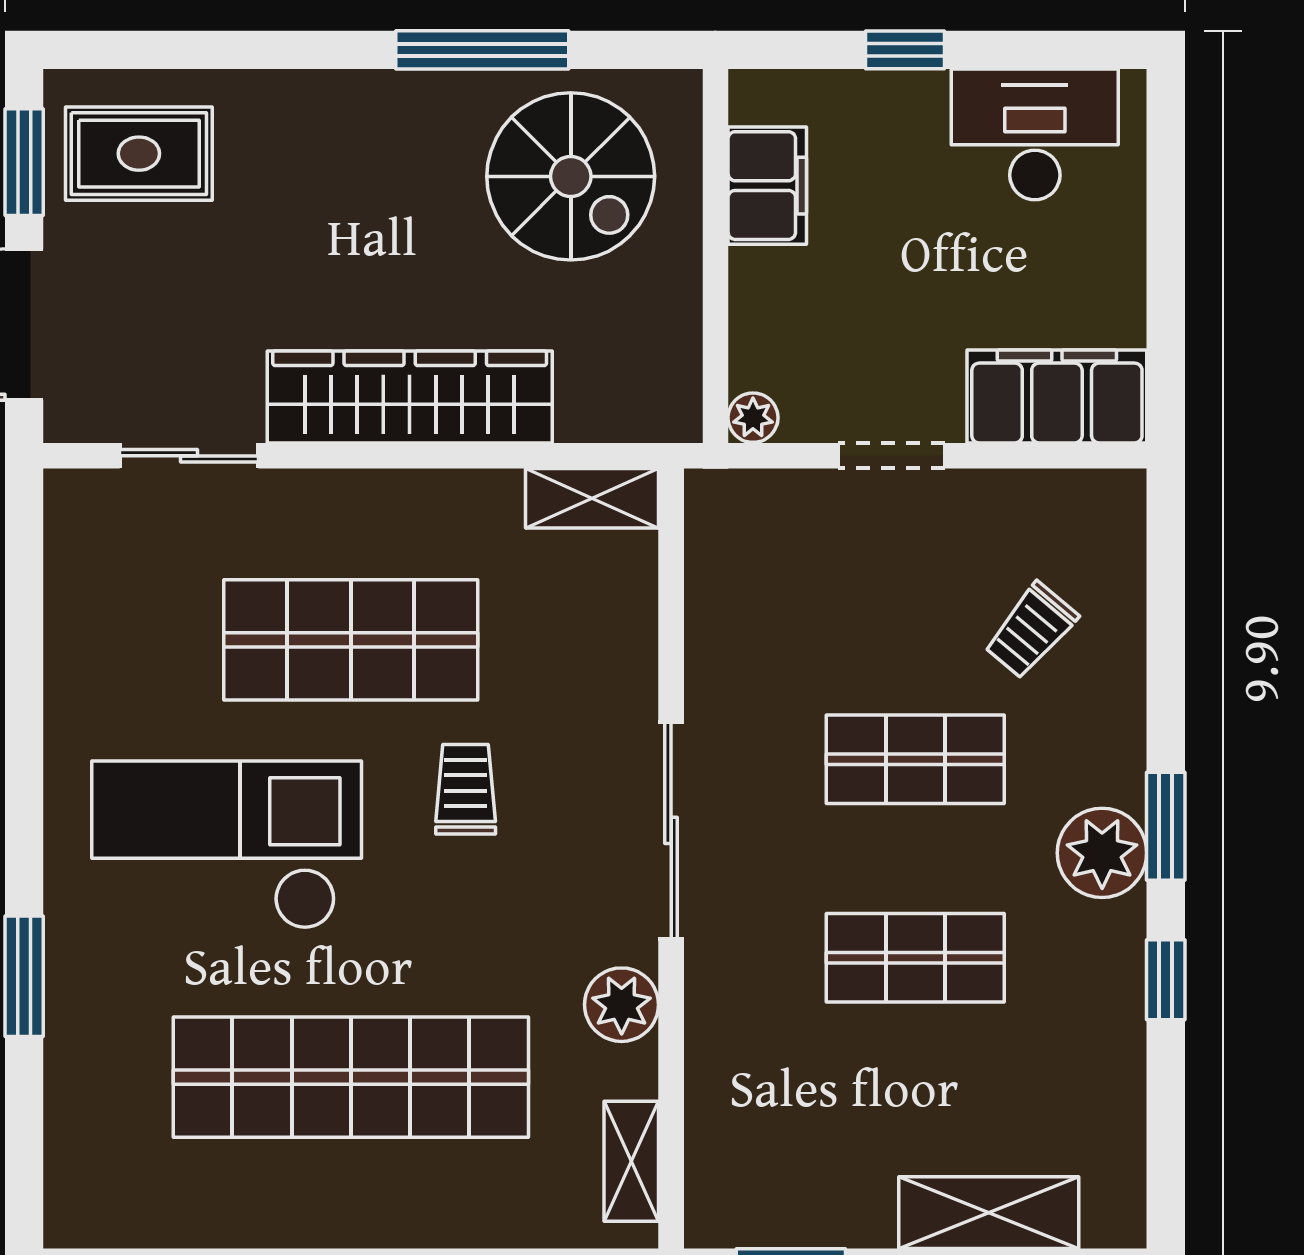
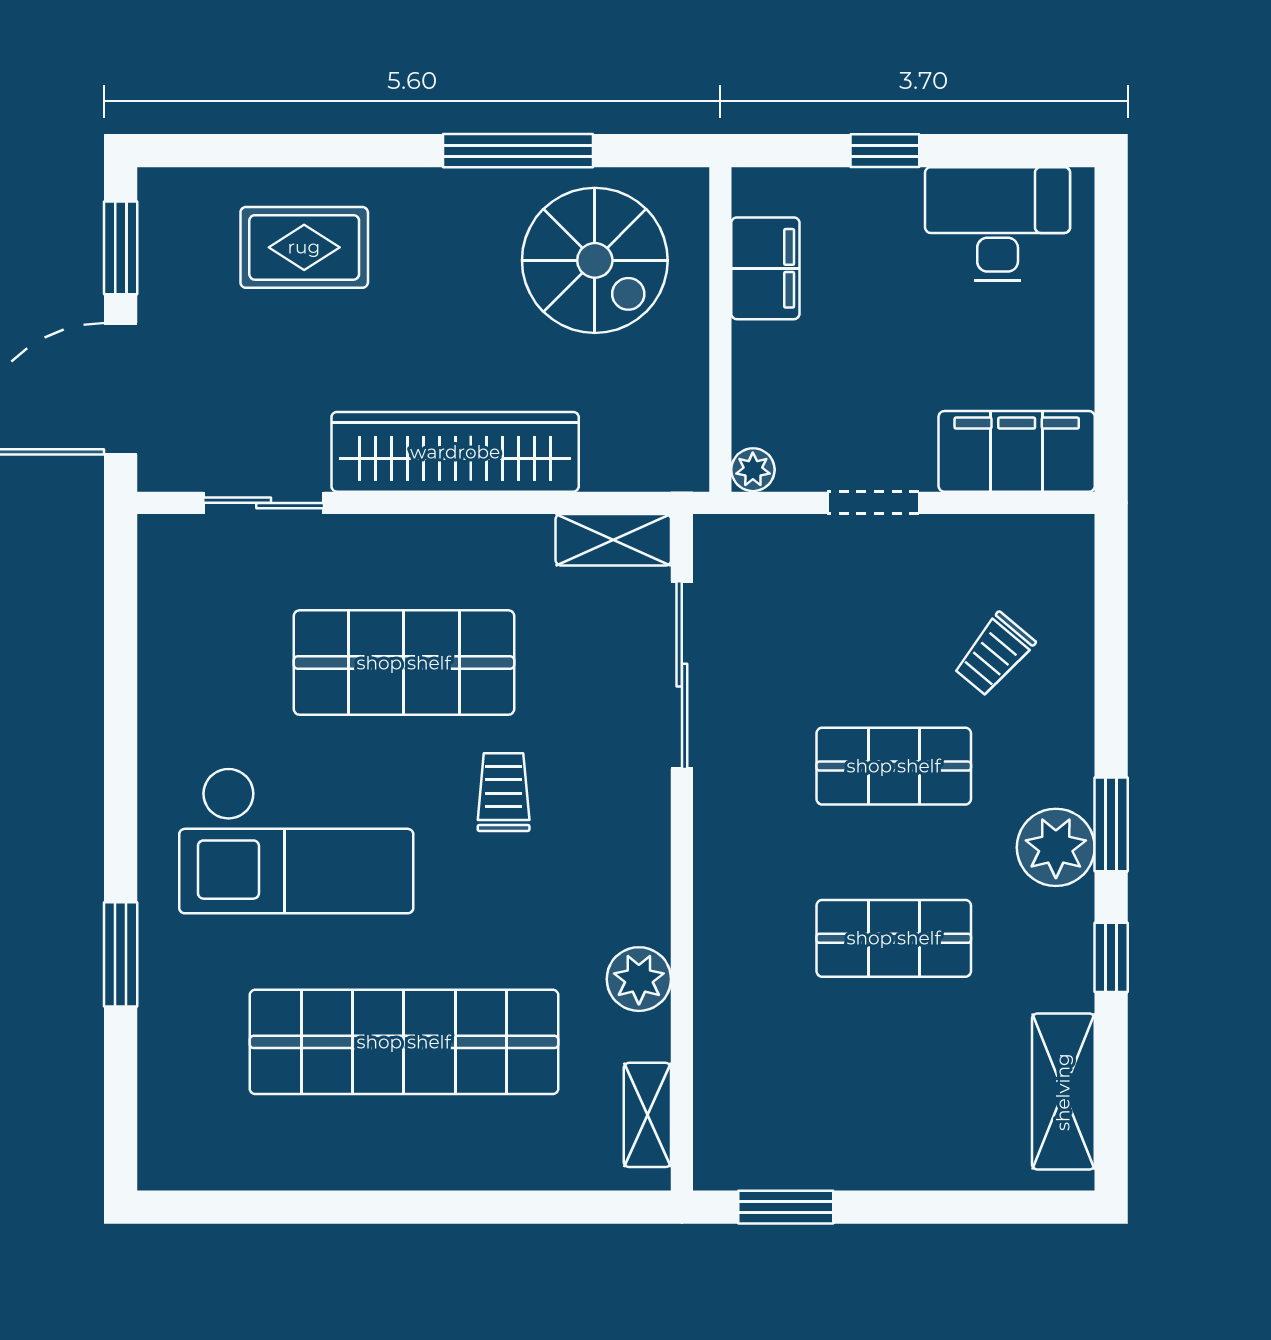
rug: (139, 154) -> (304, 247), moved
sliding door: (671, 830) -> (682, 675), moved
checkout: (227, 845) -> (296, 840), turned 180
shelving: (989, 1213) -> (1063, 1092), moved, turned 90

